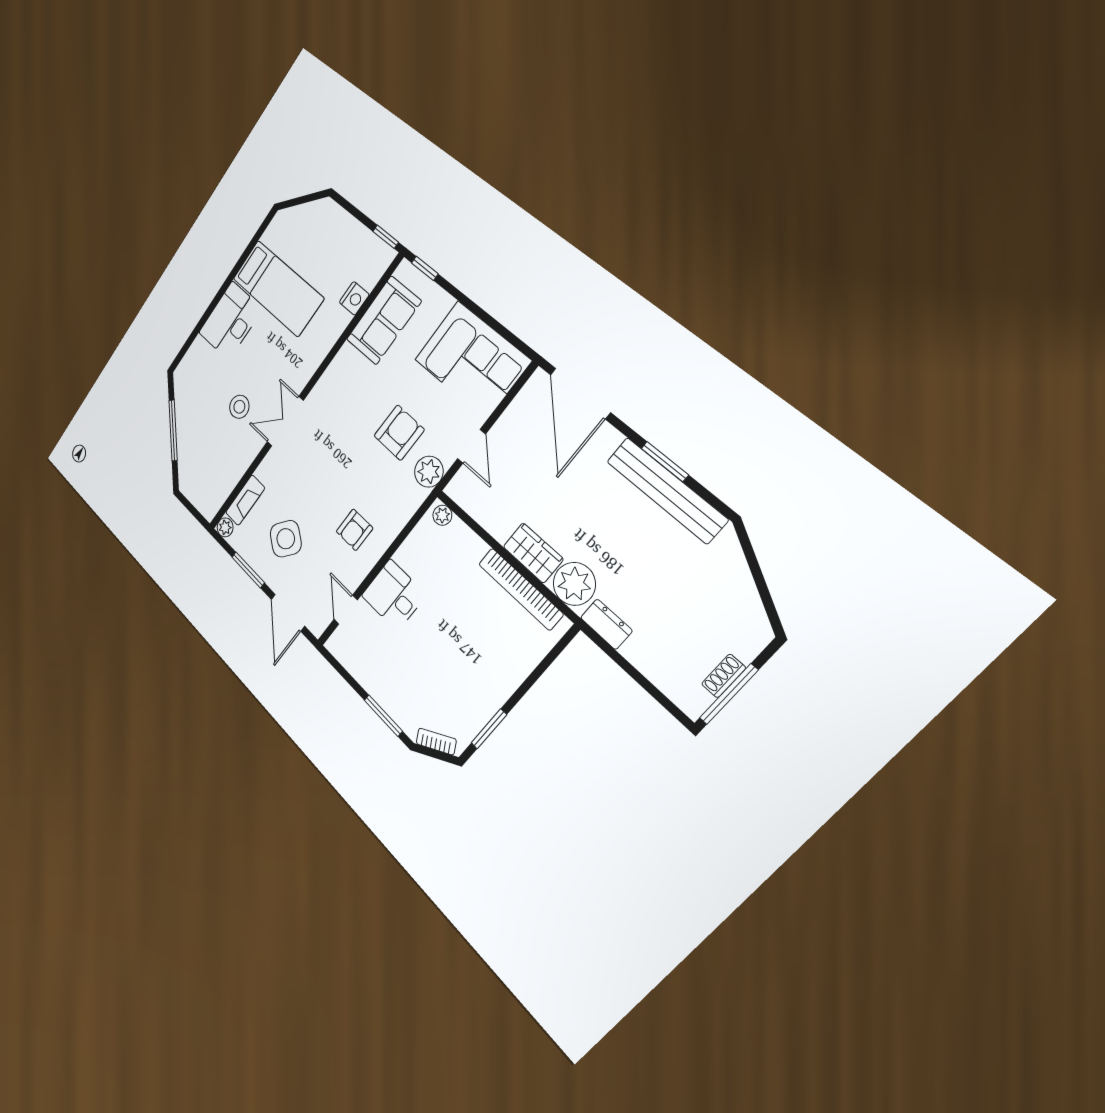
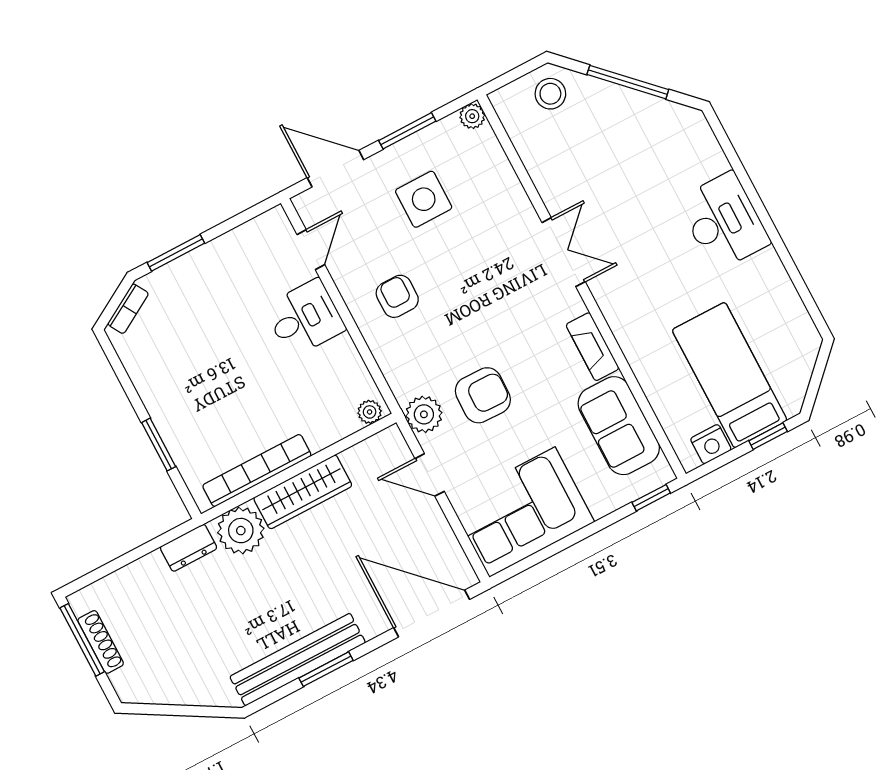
window: (386, 237) -> (768, 436), moved
bed: (278, 288) -> (730, 375), moved, turned 90
nightstand: (354, 298) -> (711, 444), moved, turned -90
stool: (239, 407) -> (550, 94), moved
armchair: (399, 433) -> (483, 395), turned -90
fireplace: (245, 500) -> (592, 347), moved
side table: (286, 539) -> (424, 199), turned -37
wardrobe: (533, 553) -> (303, 492), width x1.50
door: (346, 610) -> (311, 250), hinge flipped
shoe rack: (724, 676) -> (101, 642), width x1.43
window: (489, 729) -> (159, 445), moved

